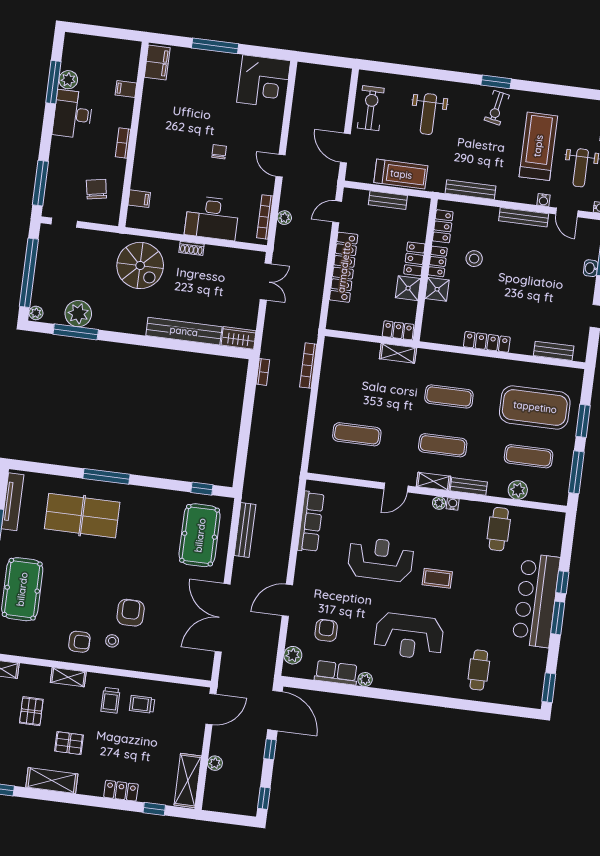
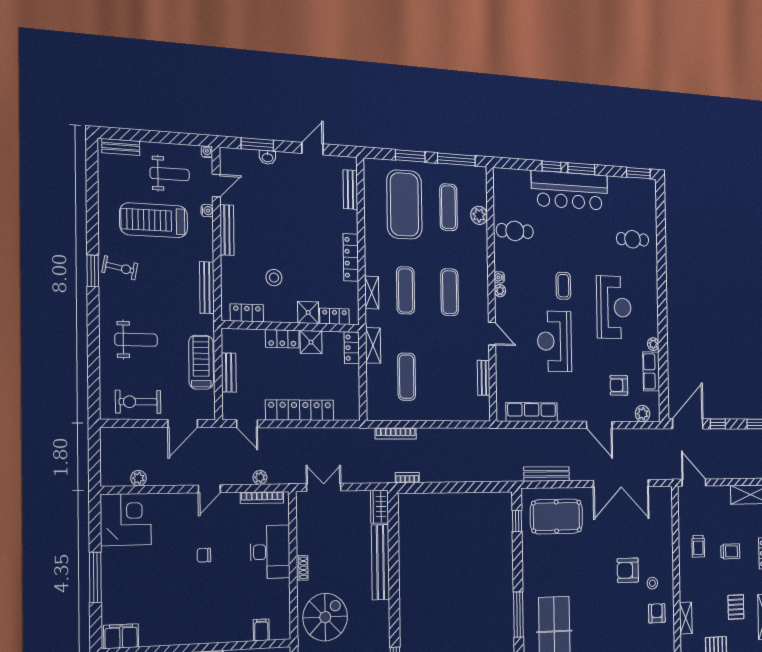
locker: (438, 261) -> (335, 316), moved
exercise mat: (357, 434) -> (407, 377), moved
shelving: (433, 481) -> (372, 293), moved
bench: (469, 486) -> (484, 378), moved
trolley: (110, 700) -> (730, 551), moved
plant: (215, 763) -> (138, 478), moved

